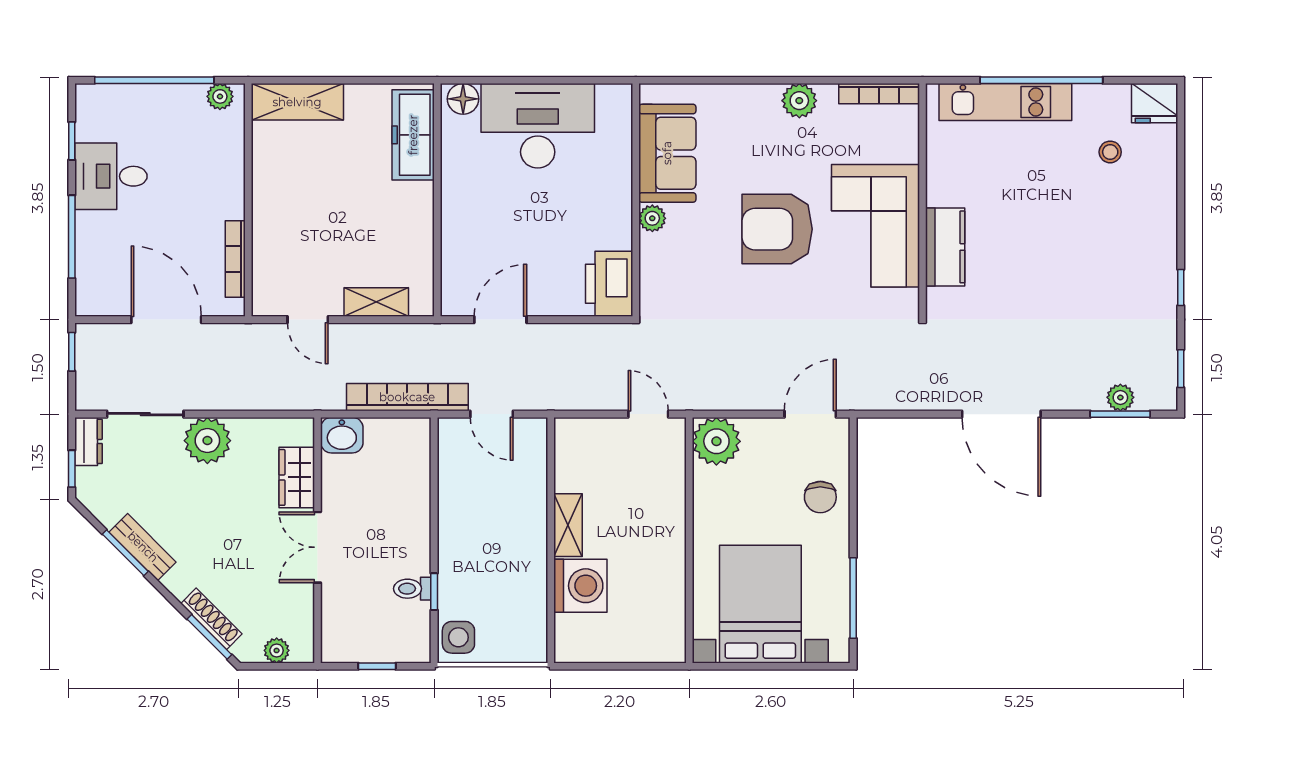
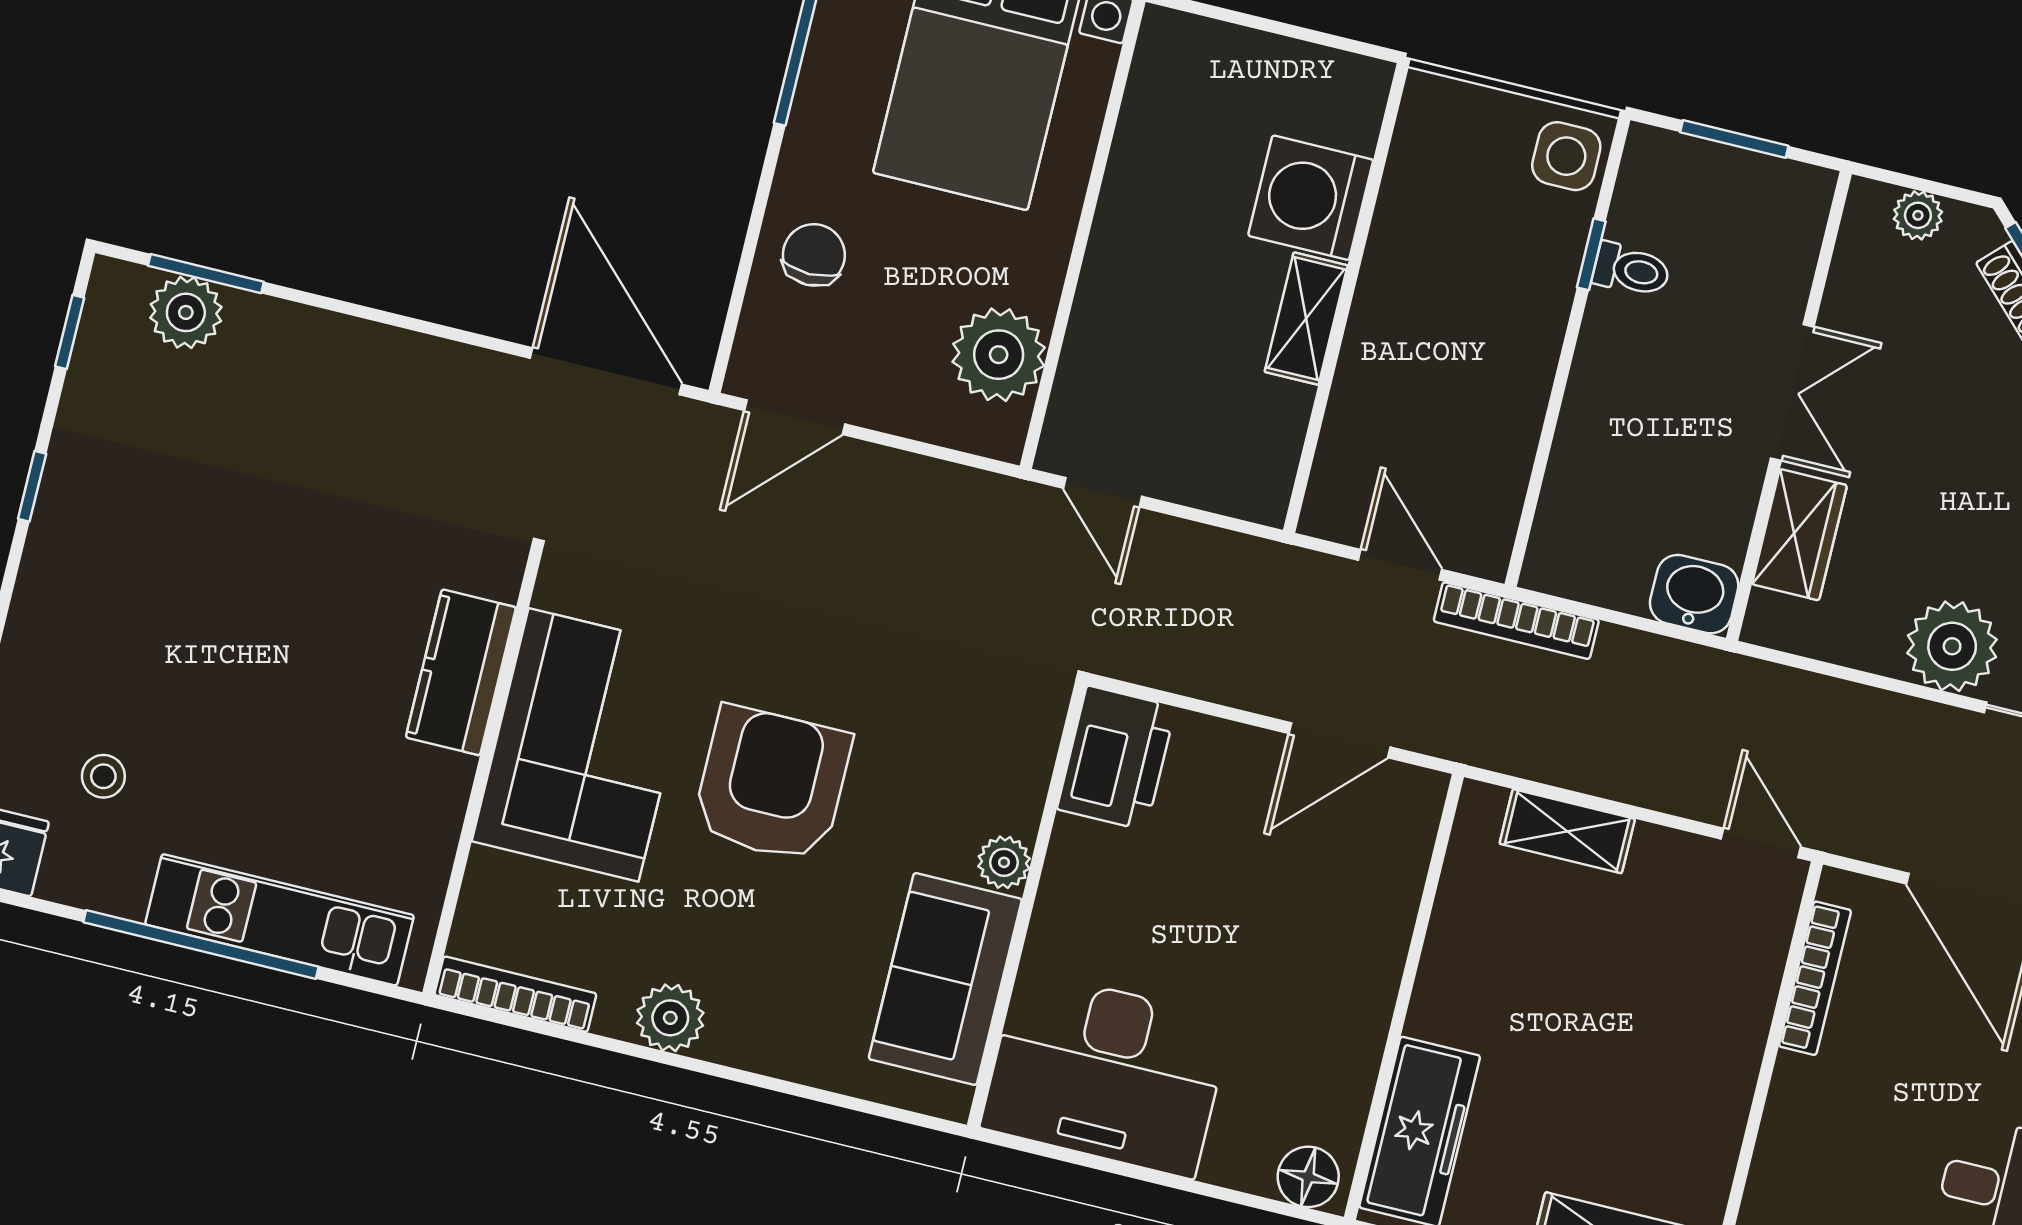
desk: (538, 126) -> (1106, 1074), moved
armchair: (777, 229) -> (772, 784), turned -90
door: (308, 320) -> (1761, 843), moved
bookcase: (407, 397) -> (1516, 621), width x0.68, depth x0.76
plant: (1120, 397) -> (186, 312), width x1.38, depth x1.38
door: (1001, 414) -> (606, 371), moved
plant: (716, 441) -> (999, 355), moved
window: (377, 666) -> (1734, 139), width x1.50

